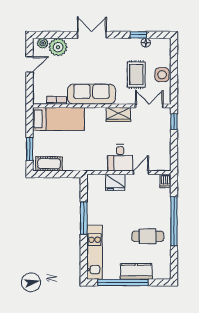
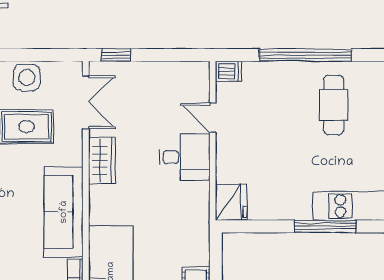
double door: (149, 106) -> (86, 102), swing flipped
fridge: (115, 182) -> (231, 202), moved
window: (84, 218) -> (325, 226), moved

